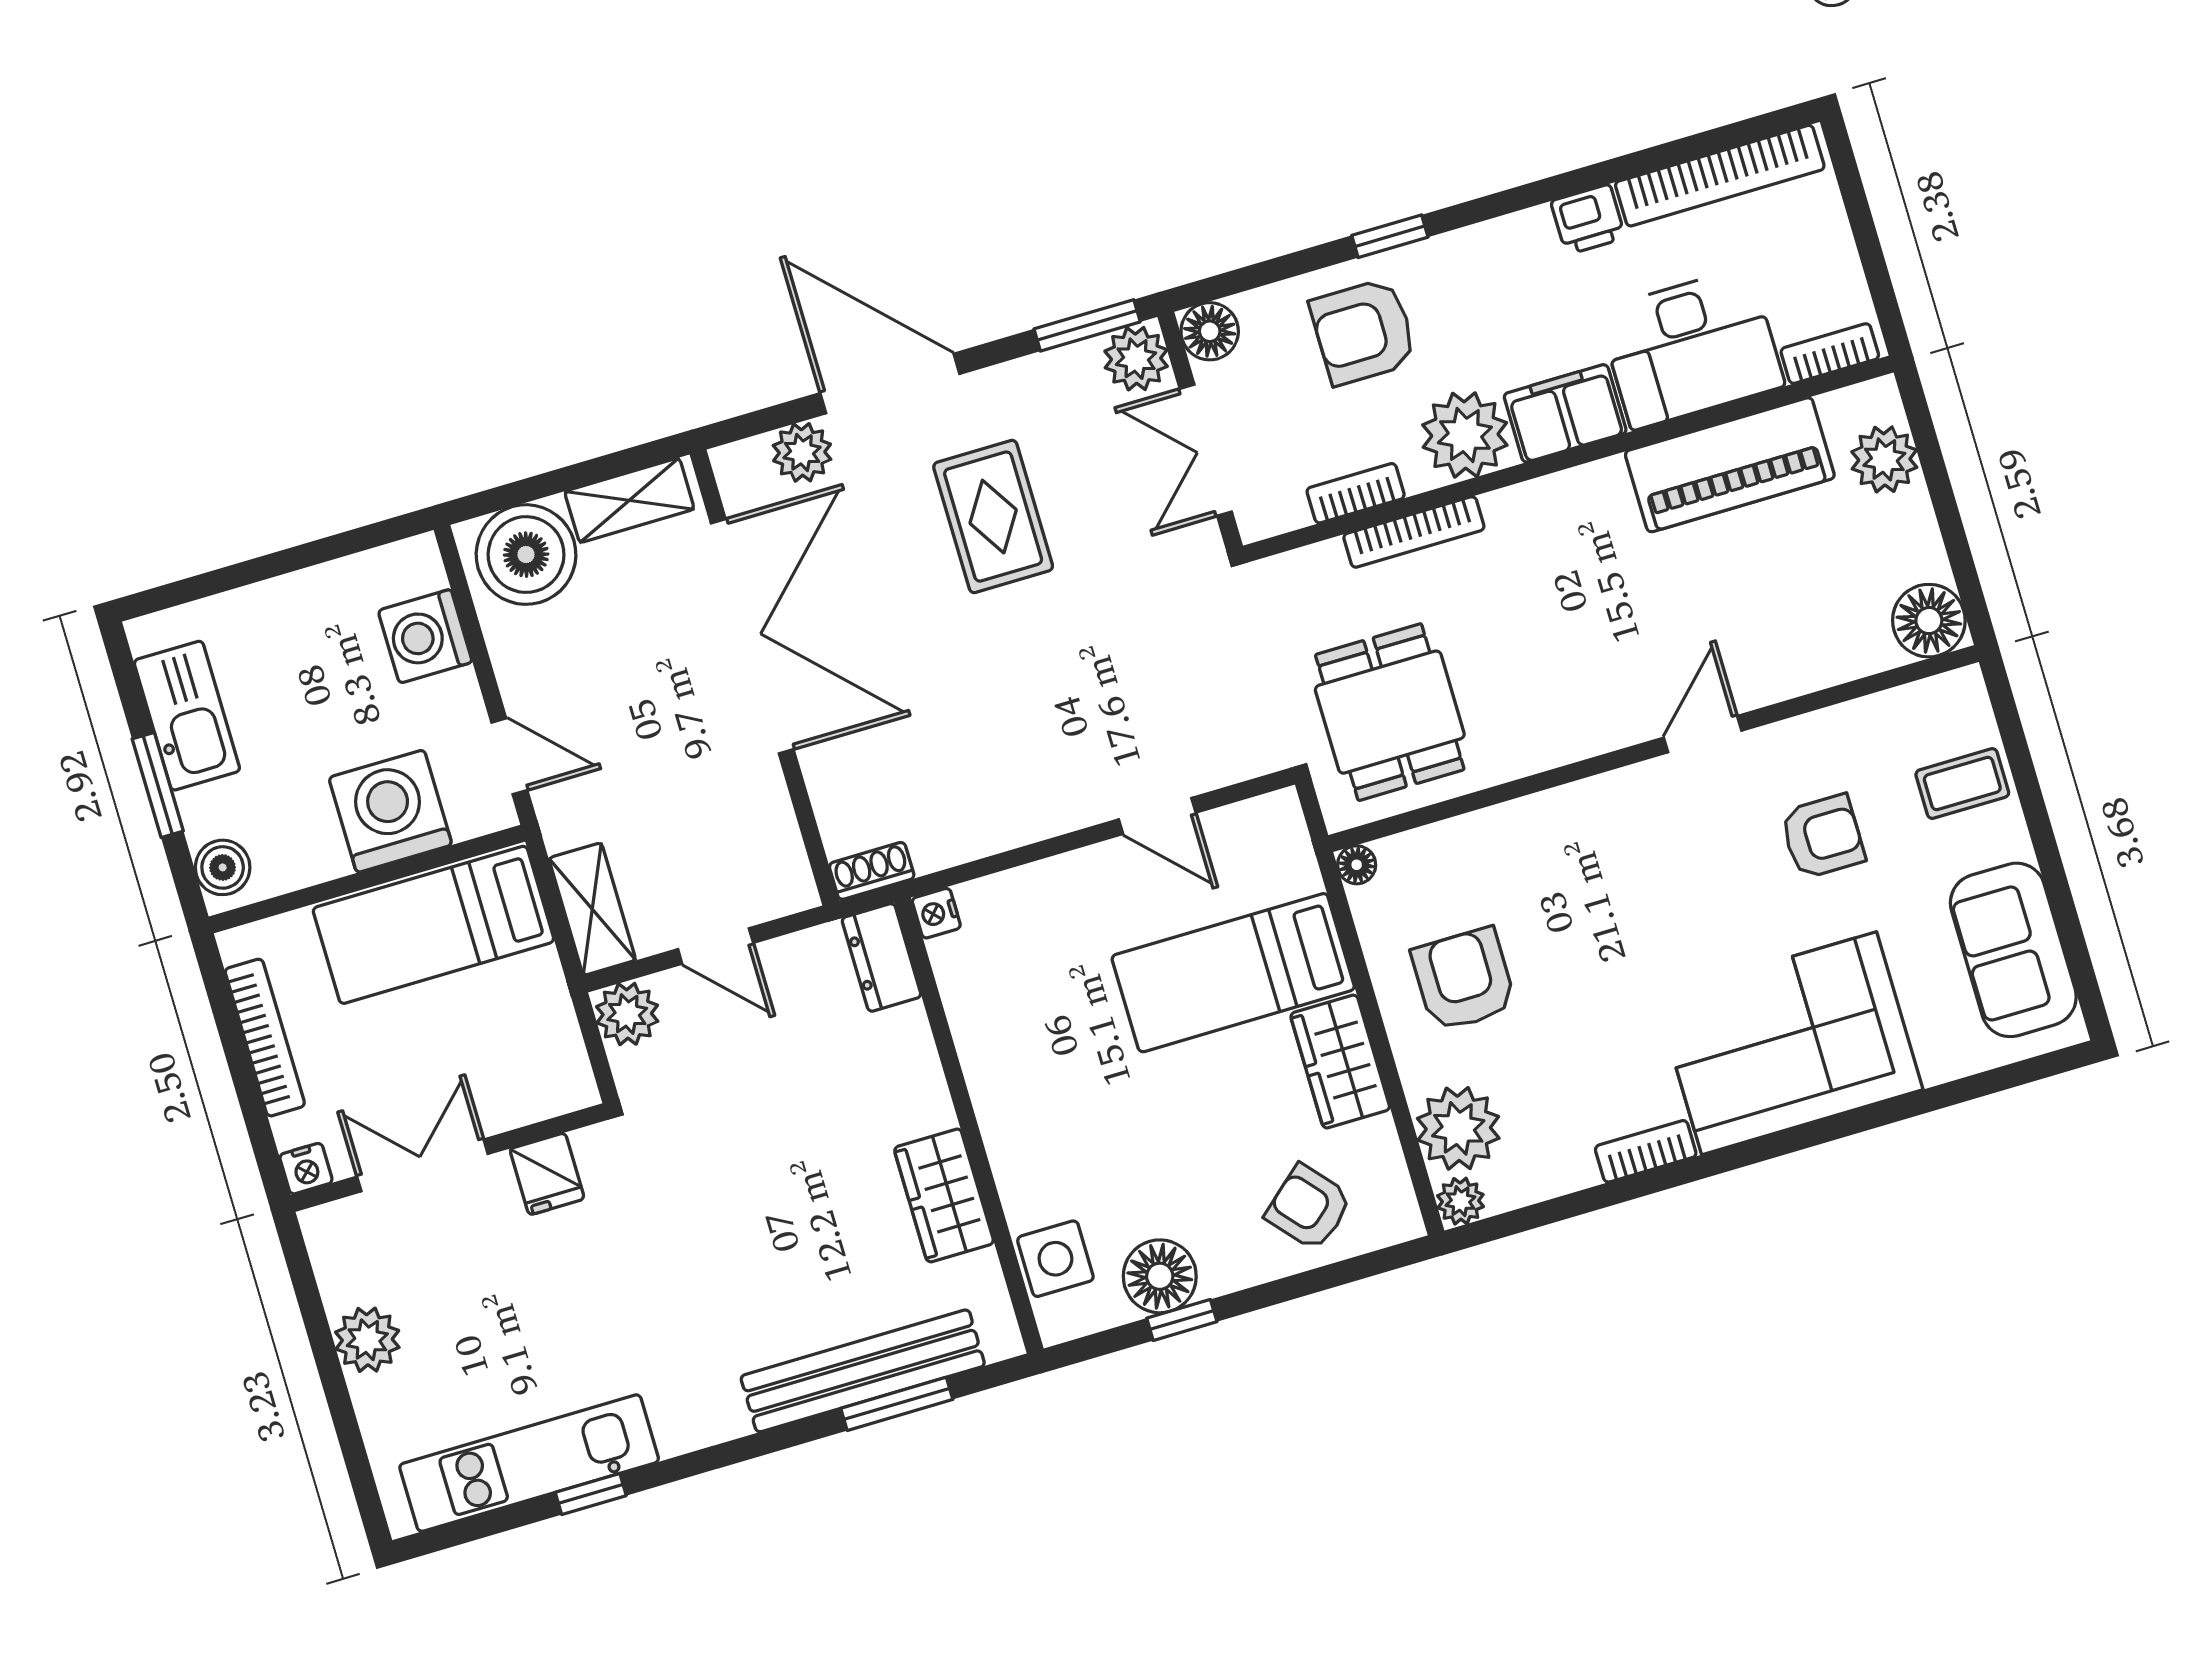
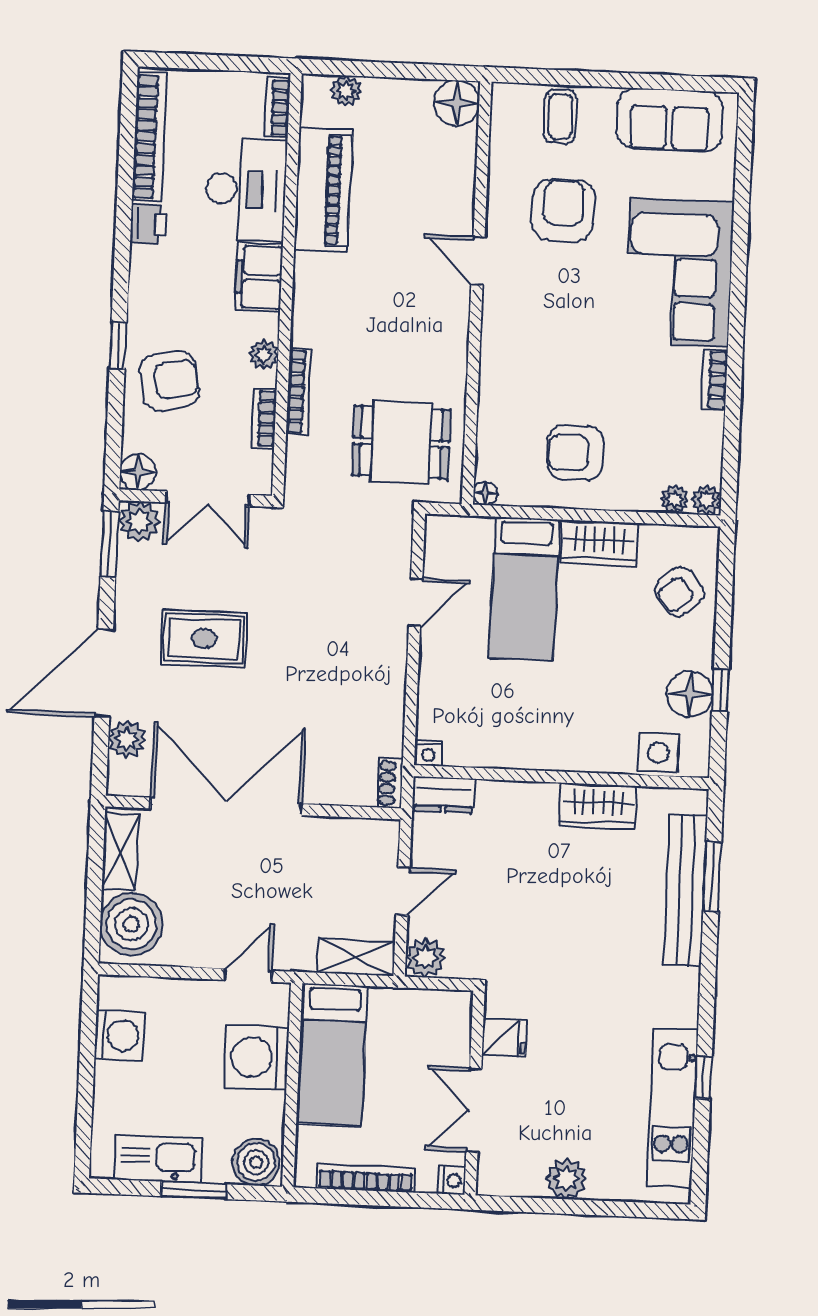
armchair: (1363, 332) -> (169, 381), turned -102
plant: (1465, 435) -> (264, 355), width x0.53, depth x0.53
plant: (1884, 459) -> (346, 91), width x0.73, depth x0.73
washing machine: (425, 636) -> (119, 1035), moved, turned -90
armchair: (1823, 837) -> (563, 210), width x1.38, depth x1.38
boiler: (223, 867) -> (256, 1162), width x1.36, depth x1.36
plant: (1458, 1128) -> (675, 499), width x0.53, depth x0.53

